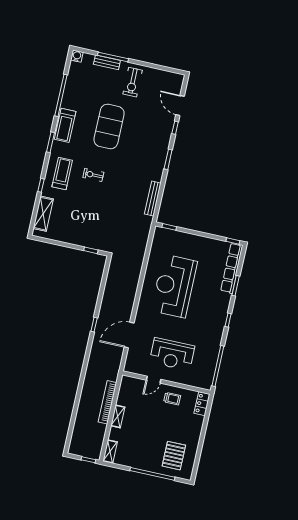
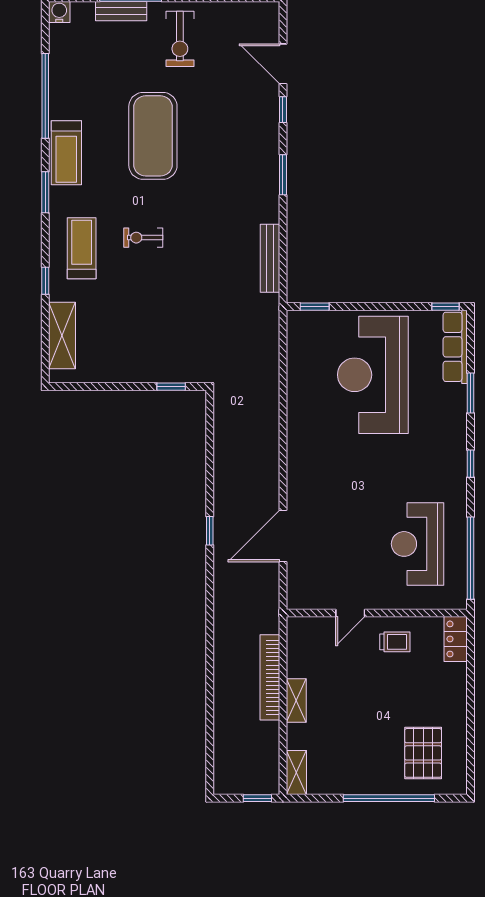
row of seats: (232, 268) -> (455, 347), width x0.73
reception desk: (174, 286) -> (373, 375), moved
reception desk: (172, 354) -> (417, 544), moved, turned 90

